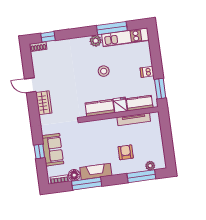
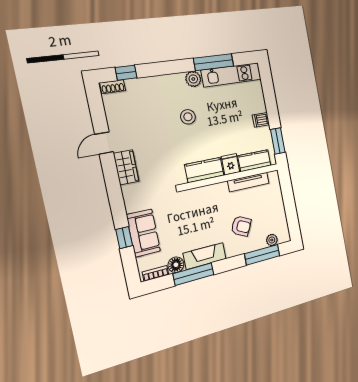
stool: (104, 71) -> (188, 117), moved
door: (30, 85) -> (104, 143), hinge flipped
armchair: (126, 152) -> (241, 226), turned 116

